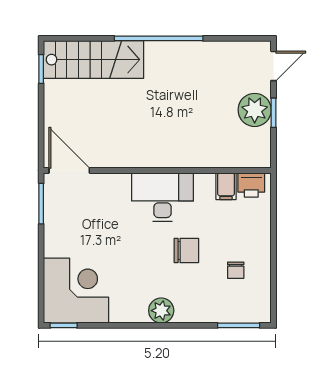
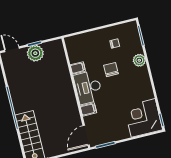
printer: (251, 185) -> (72, 46), removed
filing cabinet: (226, 186) -> (78, 68), moved
filing cabinet: (119, 187) -> (88, 109), added
plant: (161, 311) -> (139, 60), moved

